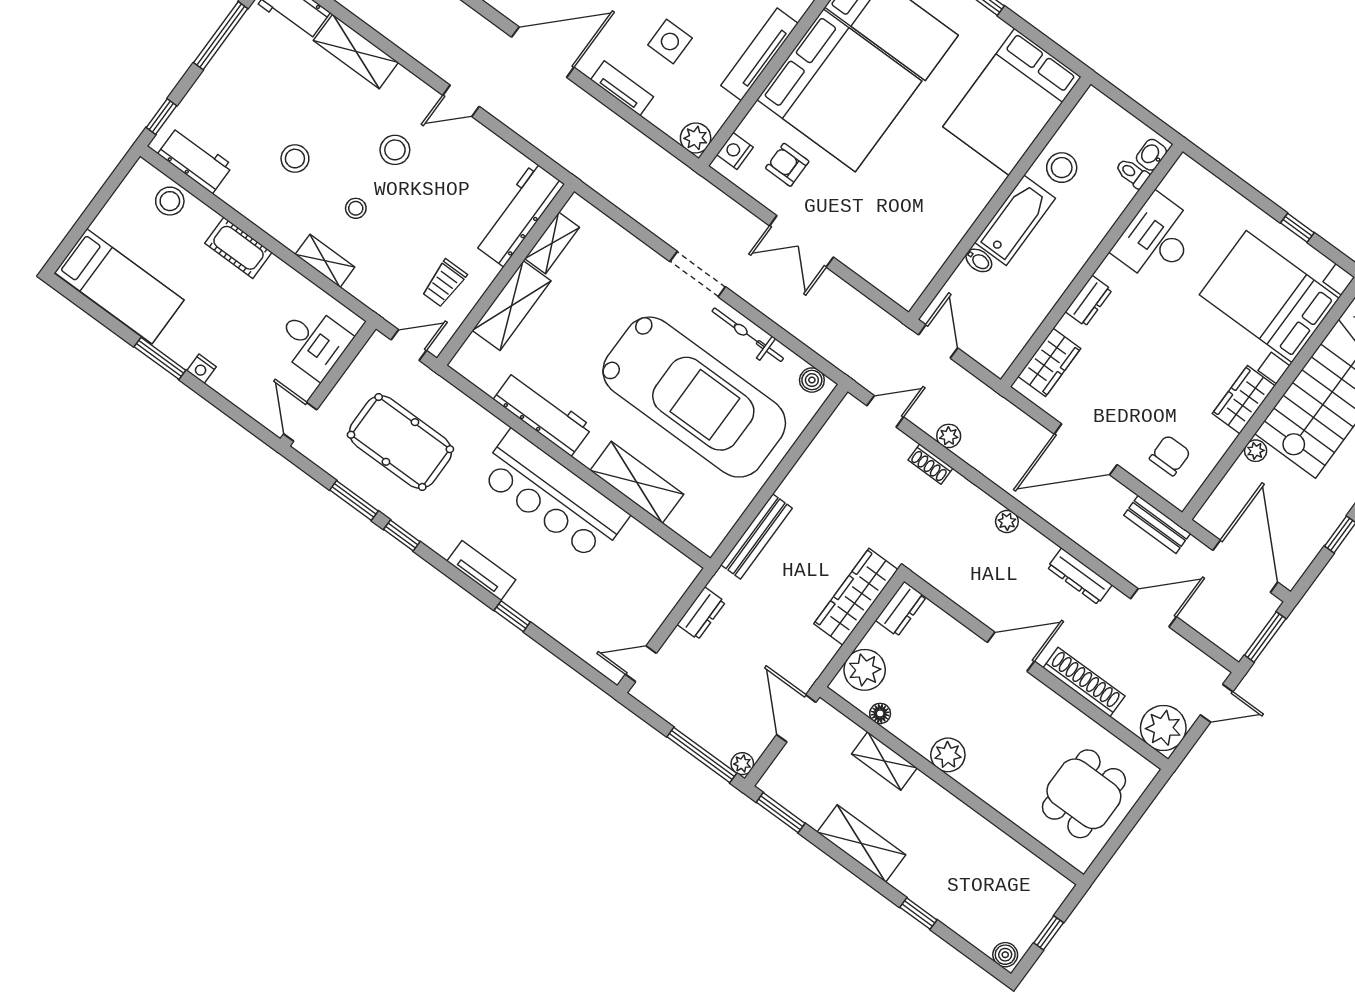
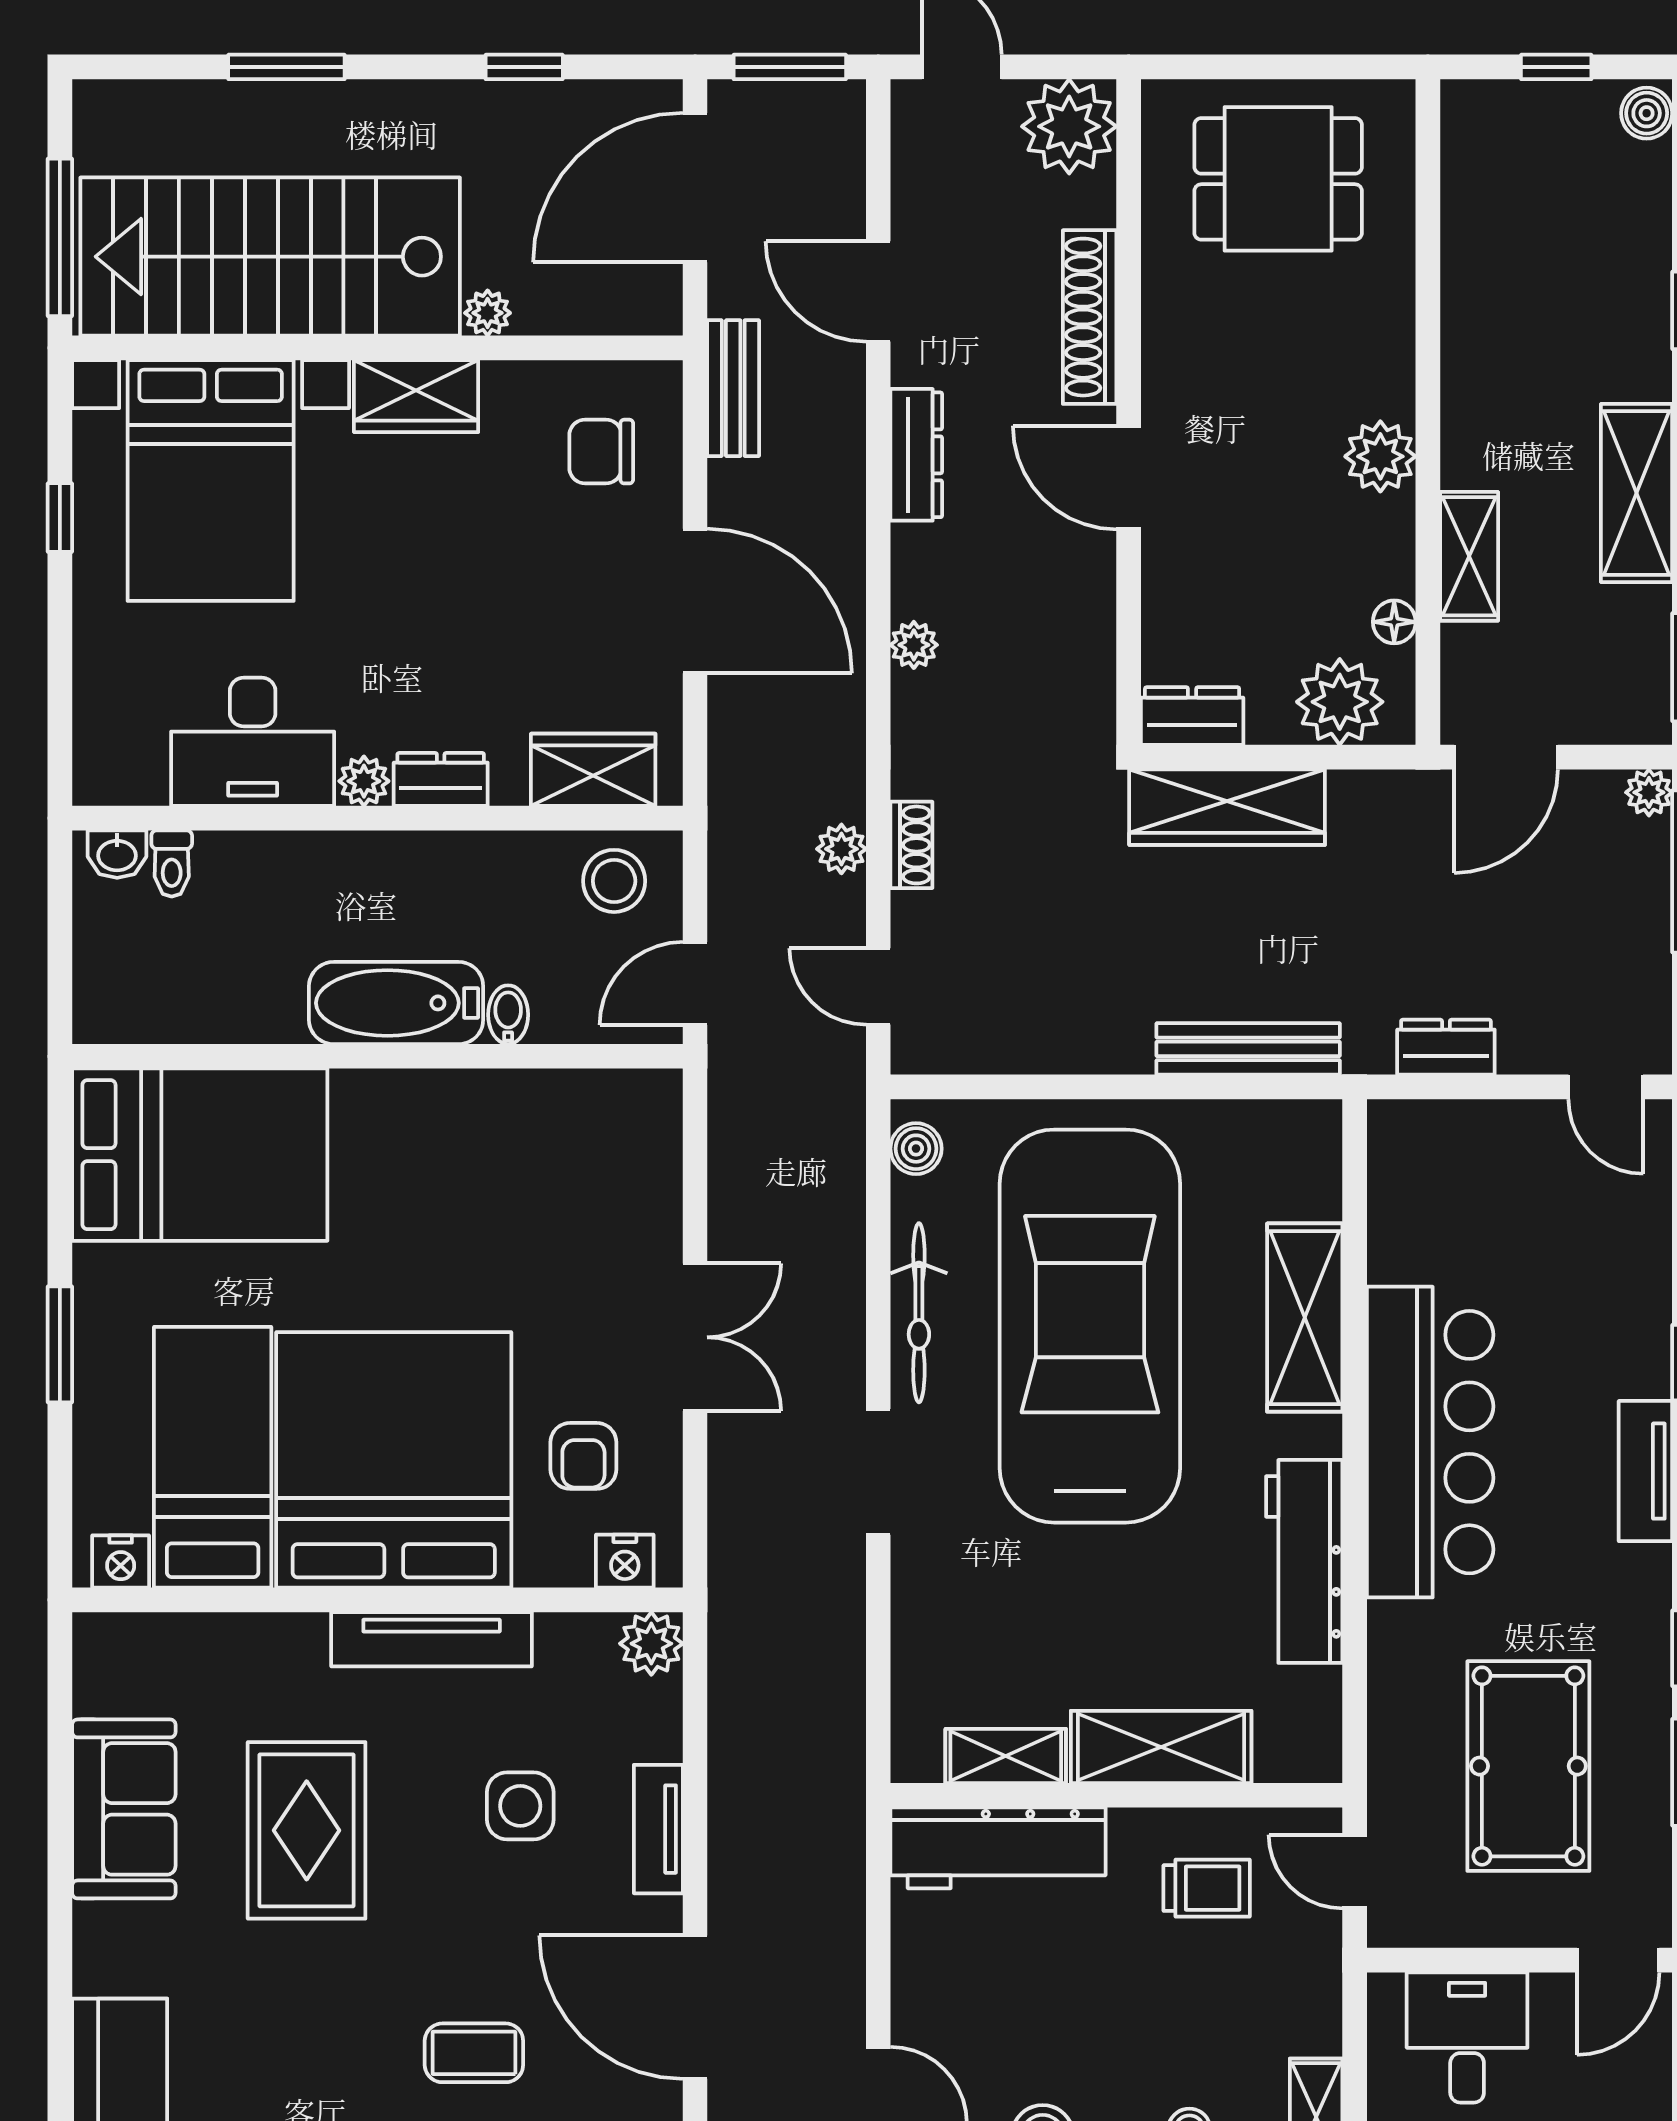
stool: (1062, 168) -> (614, 881), moved
plant: (1110, 271) -> (364, 781), added

